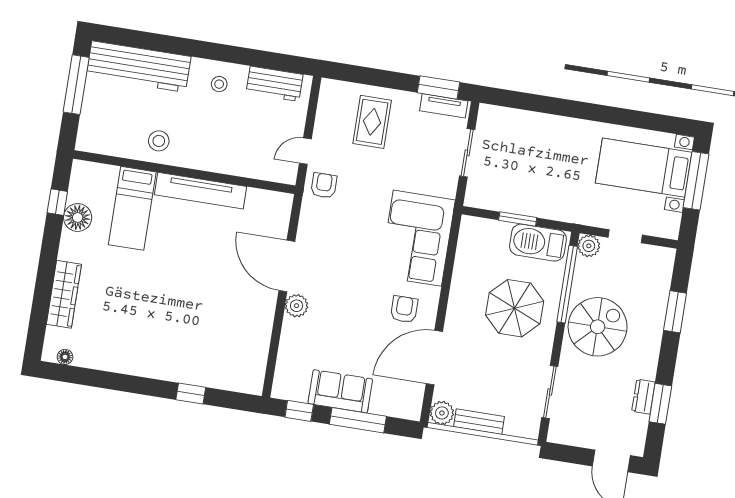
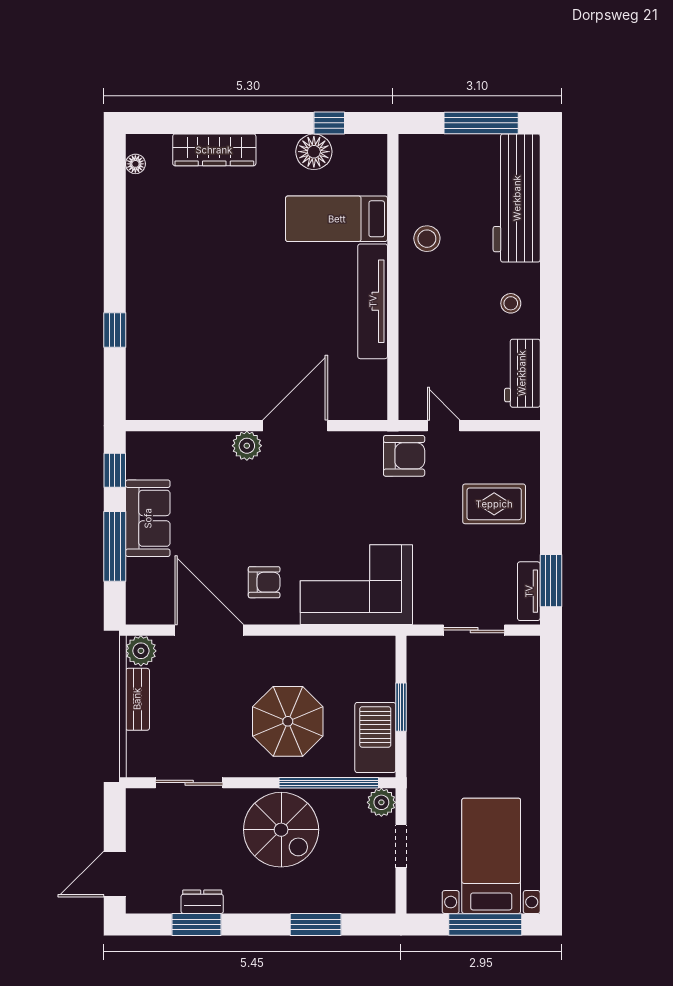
armchair: (324, 185) -> (404, 456), width x1.38, depth x1.38

